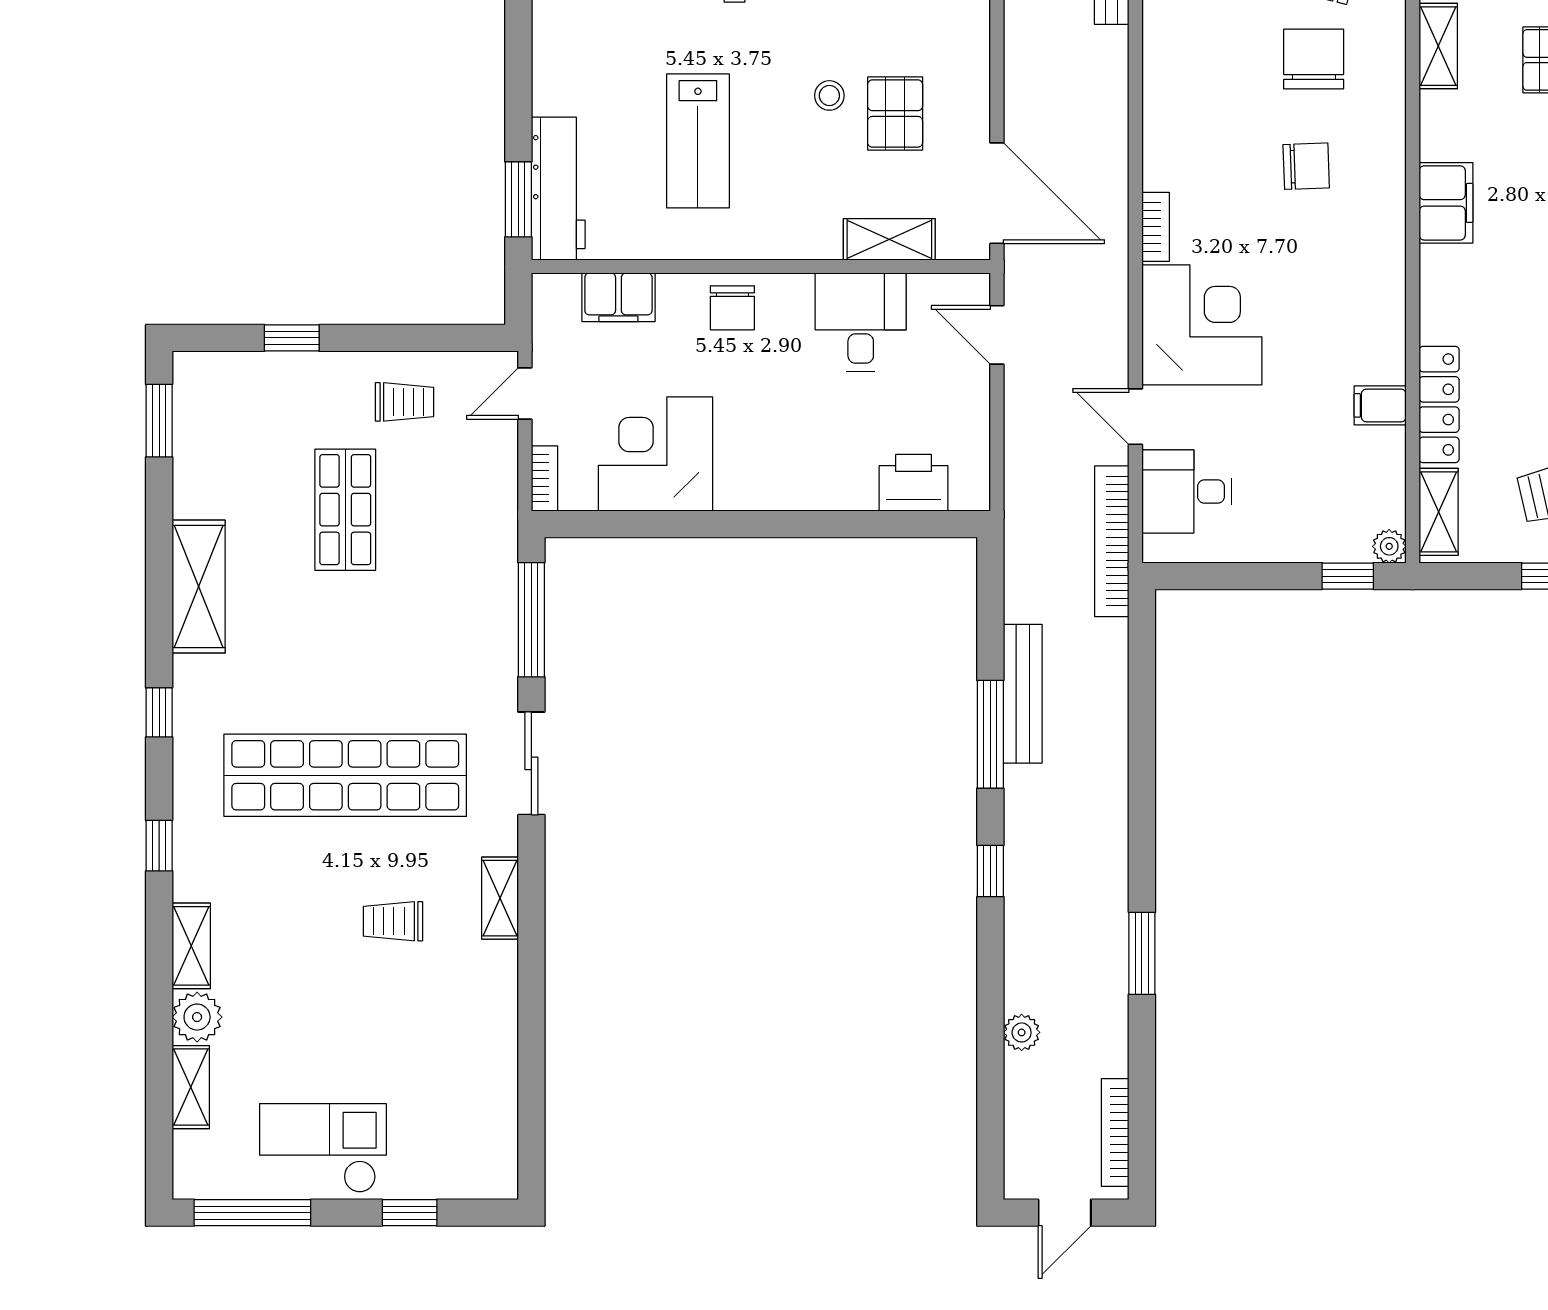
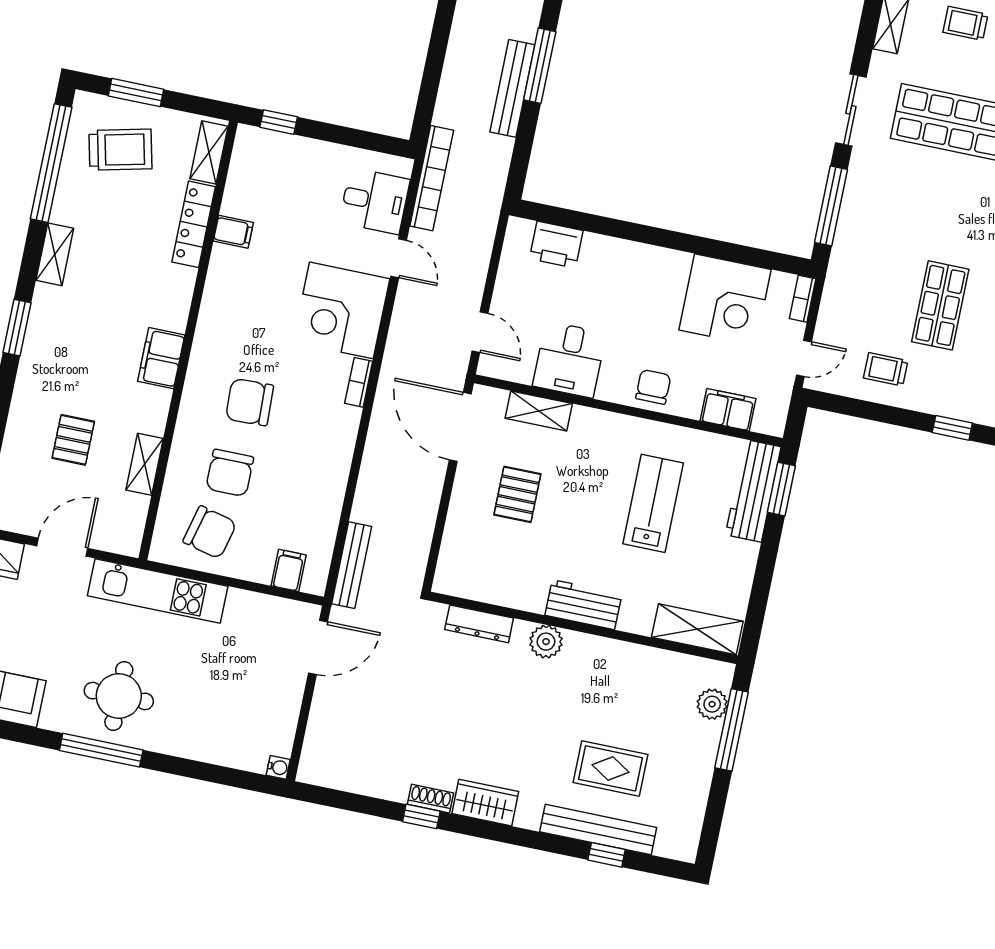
stool: (829, 95) -> (559, 516), removed
chair: (1306, 166) -> (250, 402), width x1.37, depth x1.37
plant: (1389, 546) -> (247, 136), removed
trolley: (393, 921) -> (965, 23), turned 180

